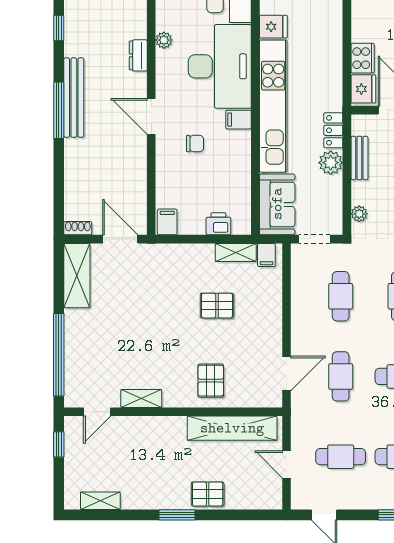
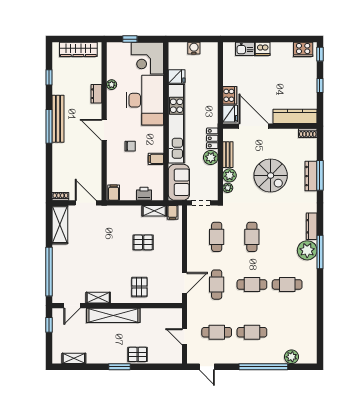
filing cabinet: (238, 120) -> (156, 159), moved
plant: (362, 193) -> (230, 175), added
shelving: (232, 428) -> (113, 315), moved

